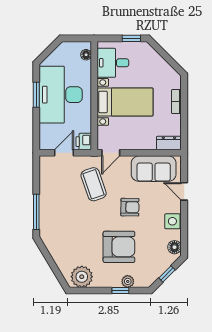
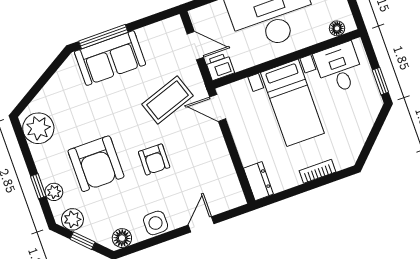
sofa: (154, 169) -> (110, 58), moved, turned -90
plant: (150, 276) -> (72, 219), added

